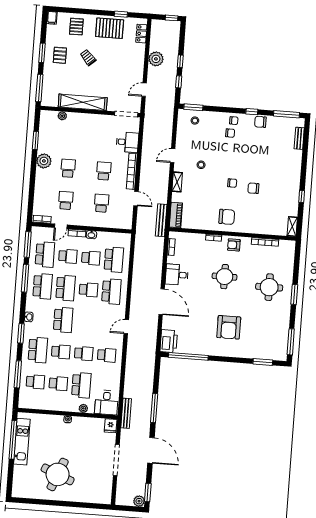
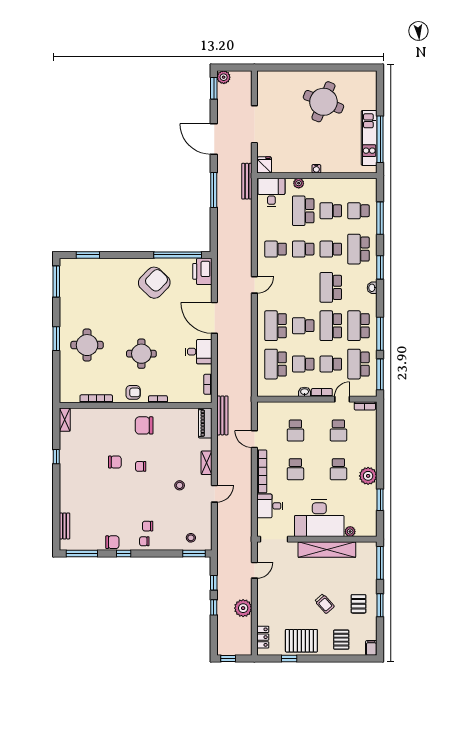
desk: (87, 129) -> (319, 518), added
armchair: (229, 327) -> (154, 283), moved, turned 44

